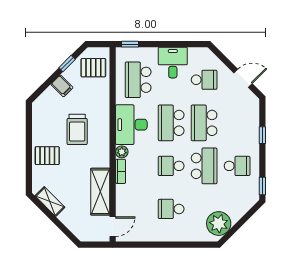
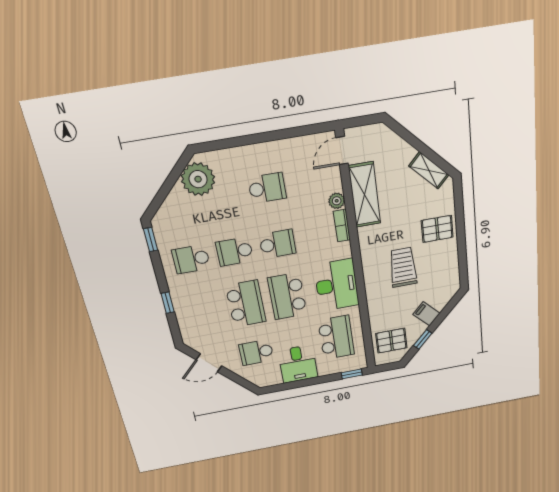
school desk: (171, 123) -> (287, 296), turned 180
plant: (122, 152) -> (337, 201), moved
school desk: (204, 166) -> (235, 252), width x0.54

